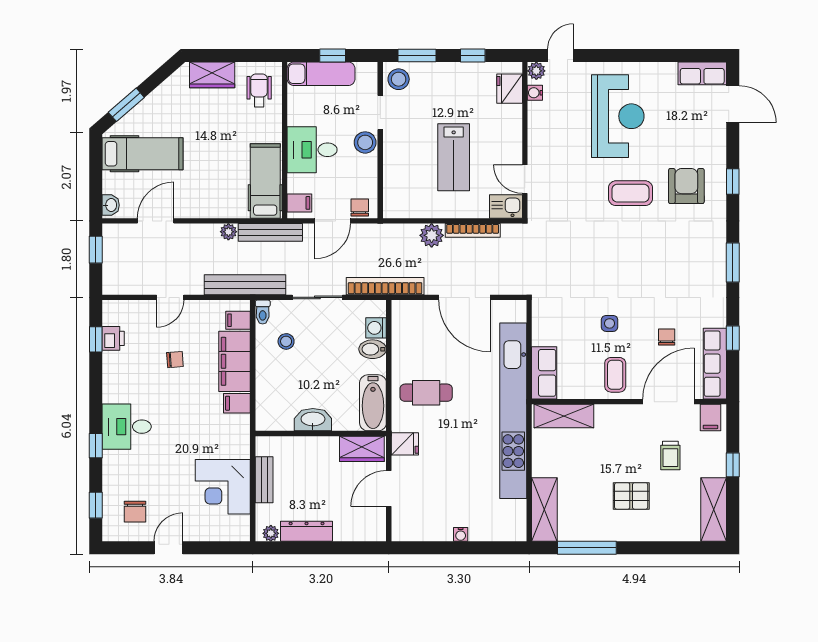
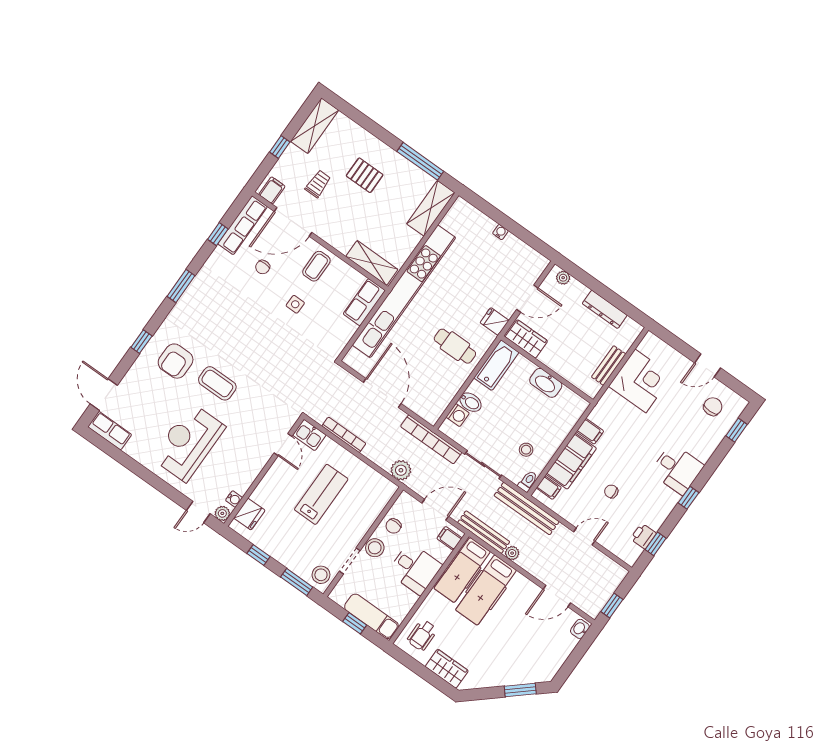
hospital bed: (143, 154) -> (486, 590), moved, turned -90
chair: (360, 207) -> (393, 526), moved
plant: (432, 235) -> (401, 470), moved
window: (96, 446) -> (688, 498), moved
plant: (271, 533) -> (563, 278), moved

